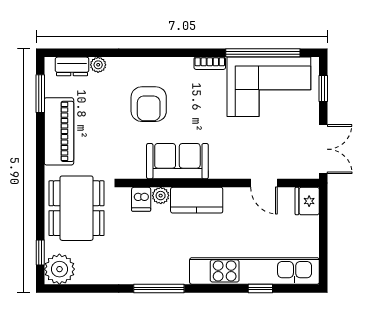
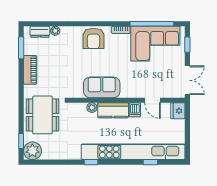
armchair: (149, 104) -> (94, 38), moved
piano: (59, 131) -> (30, 70), width x0.73, depth x0.75
dishwasher: (141, 199) -> (135, 110), moved
kitchen unit: (254, 271) -> (133, 152), width x1.36
window: (159, 288) -> (91, 162), width x0.46

